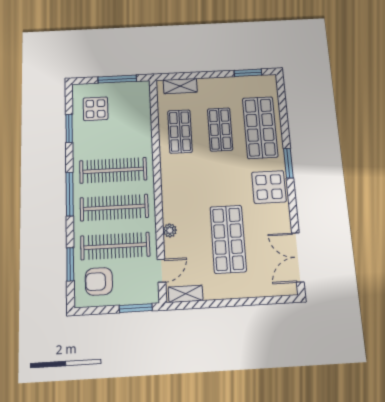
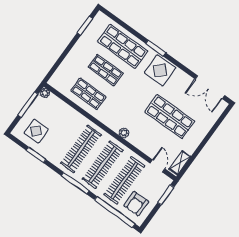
shelving: (180, 86) -> (61, 72), removed
plant: (144, 87) -> (45, 93), added
plant: (170, 230) -> (124, 133), moved
window: (70, 264) -> (115, 212), width x2.11

